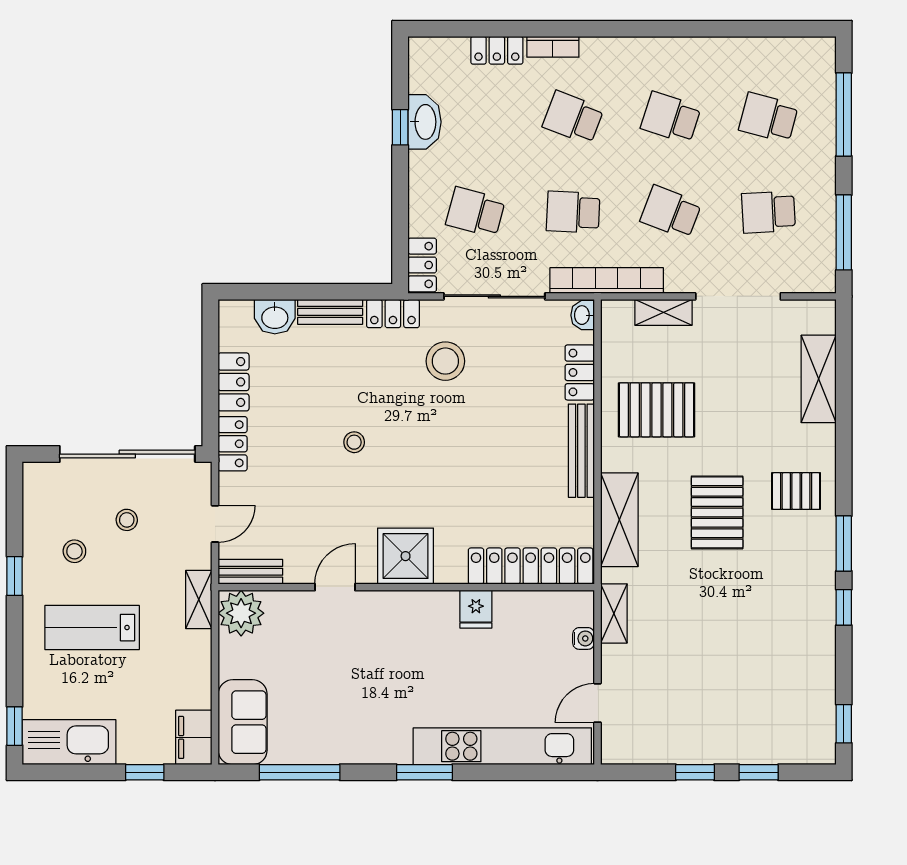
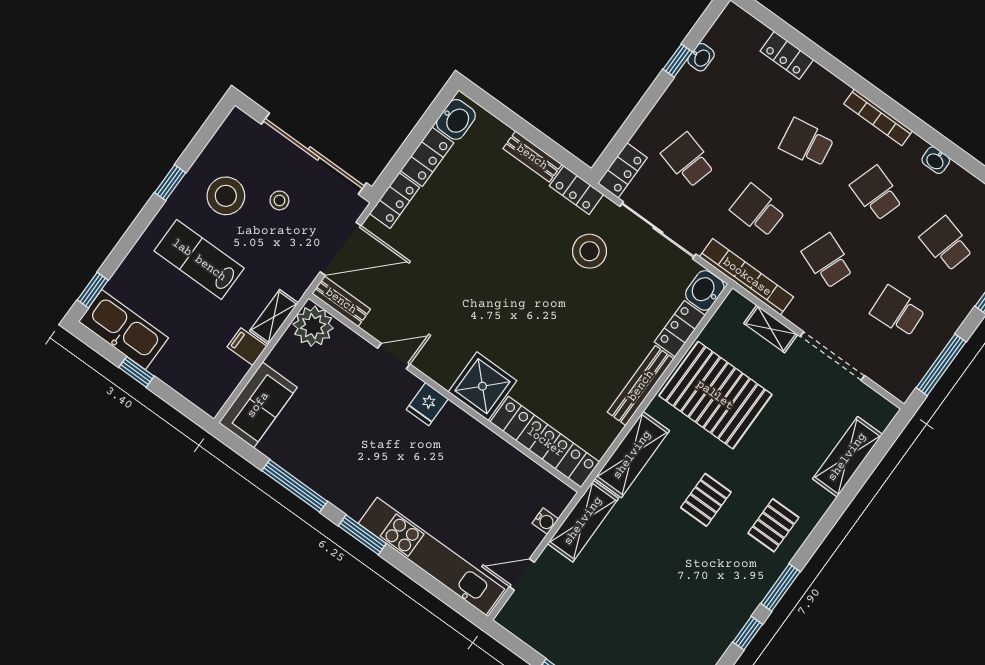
bookcase: (553, 47) -> (878, 117), moved, width x1.56
washbasin: (703, 48) -> (936, 160), added
school desk: (573, 118) -> (807, 143), turned -30
washbasin: (424, 122) -> (701, 57), width x0.52, depth x0.69
washbasin: (583, 315) -> (705, 290), width x1.38, depth x1.45
washbasin: (275, 317) -> (456, 119), moved, turned -90
pallet: (657, 410) -> (715, 395), width x1.37, depth x1.41
stool: (354, 442) -> (482, 262), removed
pallet: (796, 491) -> (773, 525), turned 90
pallet: (717, 512) -> (706, 500), width x0.67, depth x0.71
door: (215, 524) -> (341, 249), width x1.87
stool: (74, 551) -> (226, 196), width x1.89, depth x1.89
shower: (406, 556) -> (482, 386), moved
shelving: (199, 599) -> (274, 317), moved
fridge: (476, 609) -> (427, 404), moved
shelving: (614, 613) -> (583, 521), width x1.50, depth x1.33
filing cabinet: (194, 737) -> (247, 347), moved, width x0.50
window: (145, 772) -> (136, 372), moved
window: (300, 772) -> (295, 486), moved

